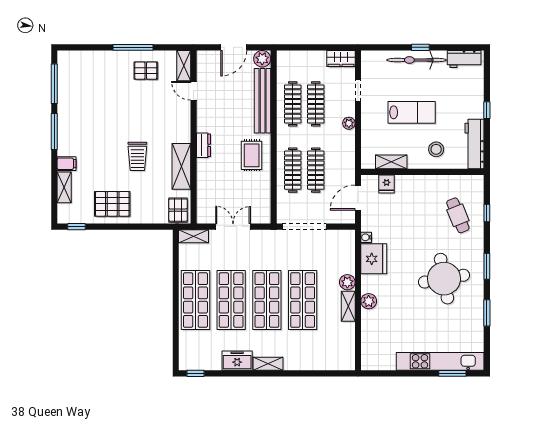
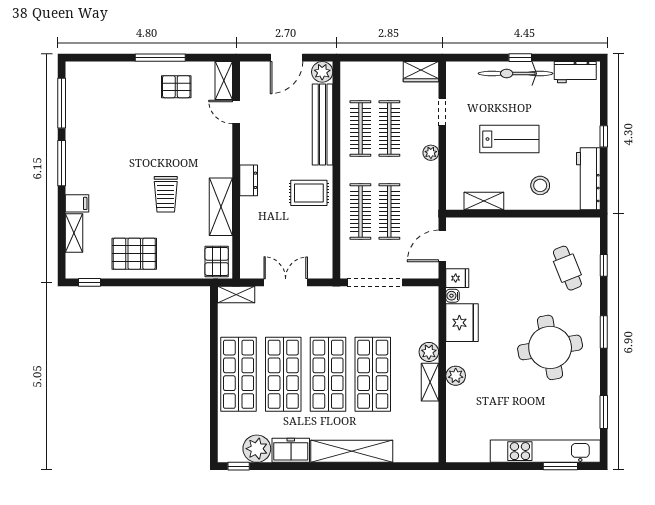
rug: (252, 155) -> (309, 193), turned 90
fridge: (387, 184) -> (457, 278), moved, turned -90
window: (487, 313) -> (604, 412), moved
plant: (210, 359) -> (257, 449), added
shelving: (268, 364) -> (352, 451), width x2.20, depth x1.33

